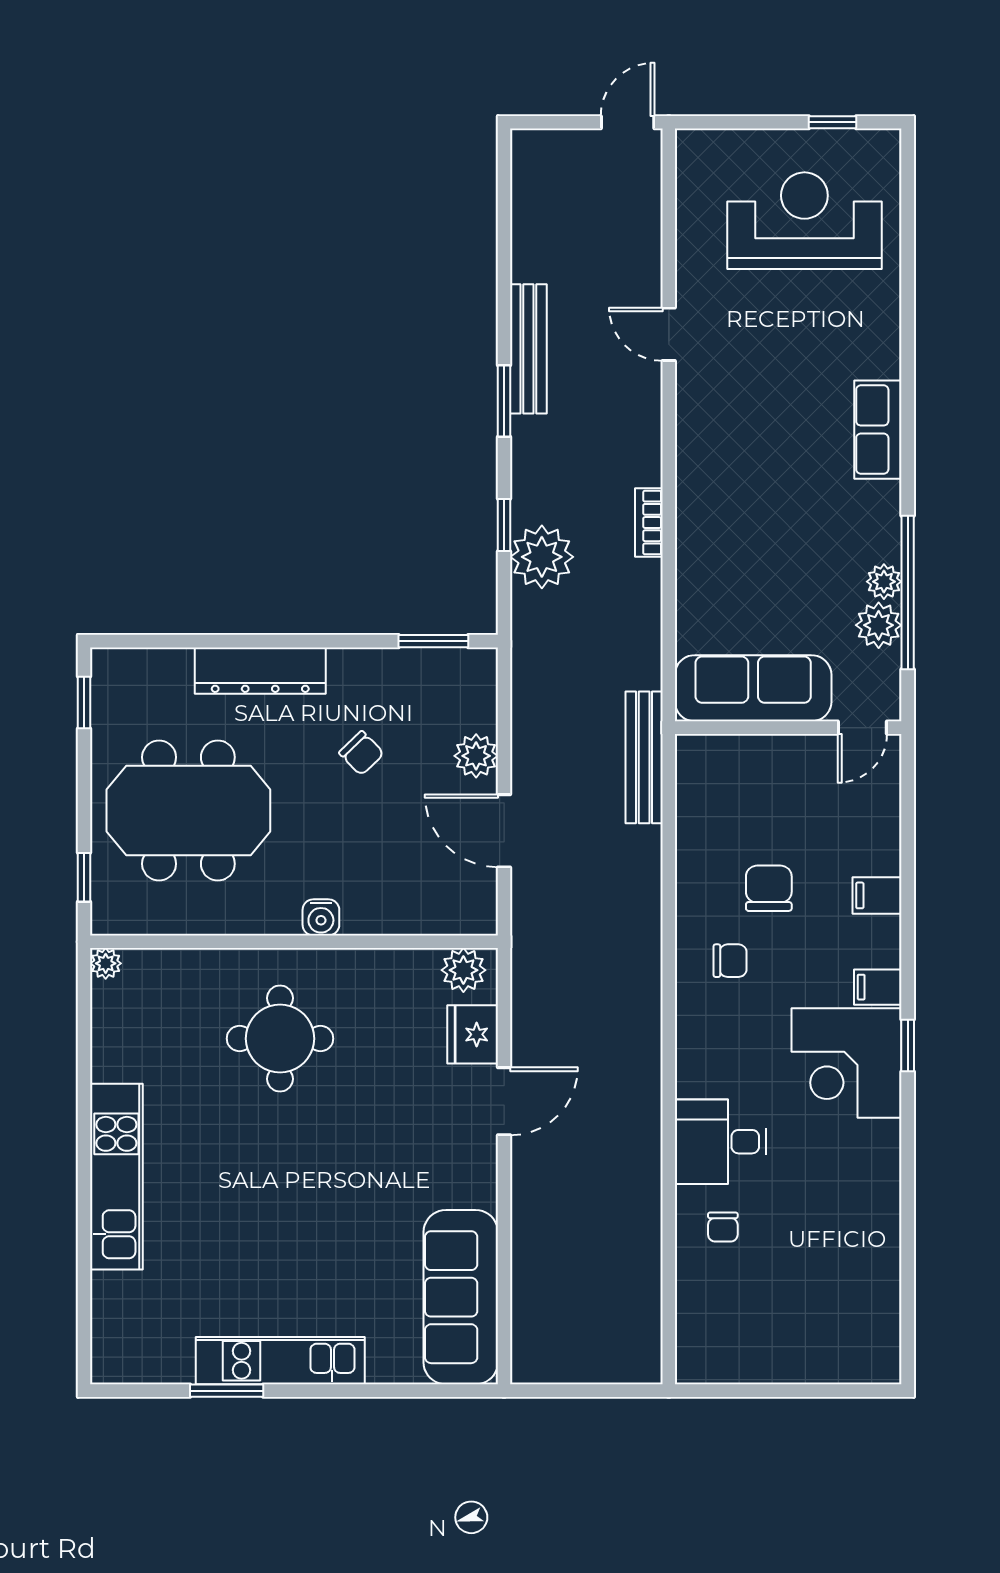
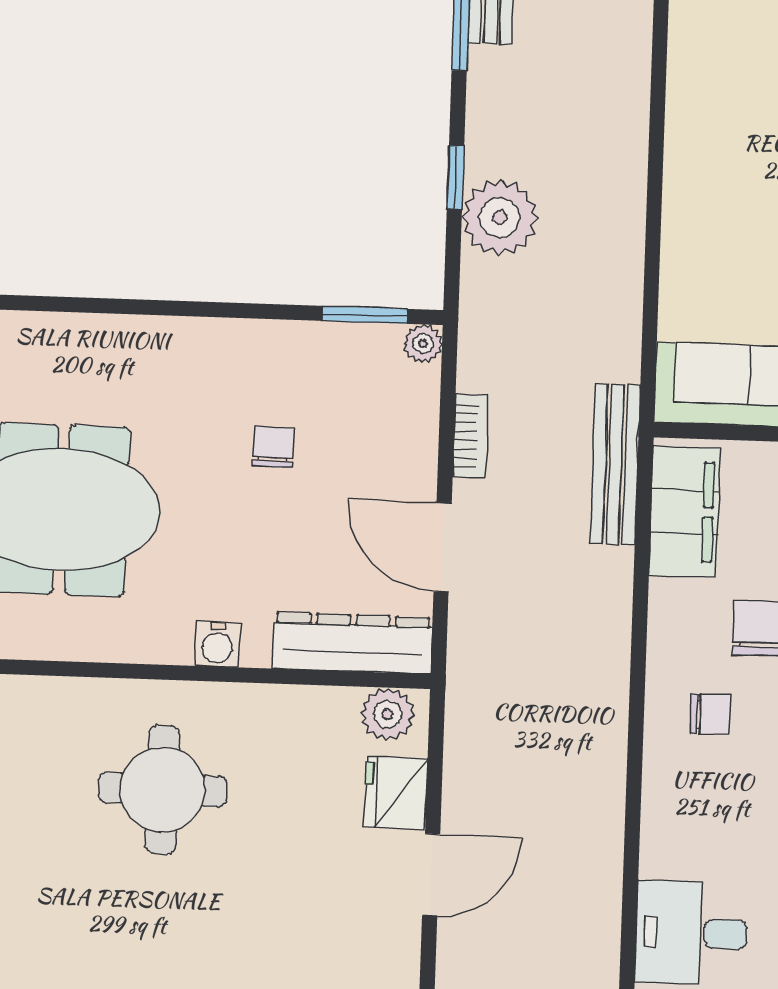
bookcase: (649, 523) -> (471, 436), moved, turned 180
dresser: (260, 671) -> (353, 643), moved, turned 180
chair: (361, 753) -> (273, 447), turned -134
plant: (476, 756) -> (423, 344), moved, width x0.73, depth x0.73
filing cabinet: (703, 794) -> (685, 511), added

